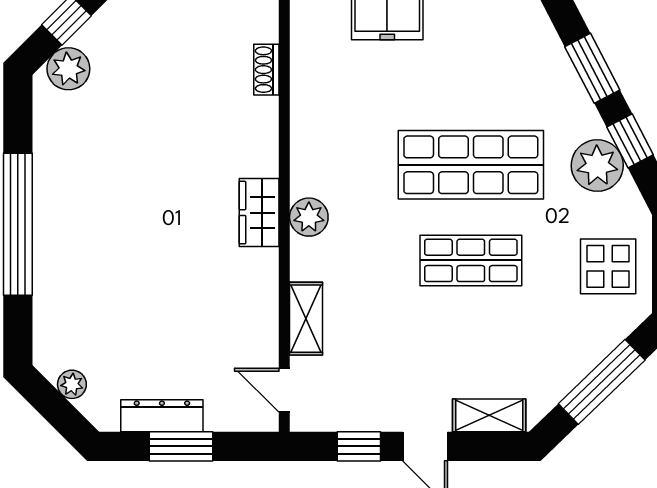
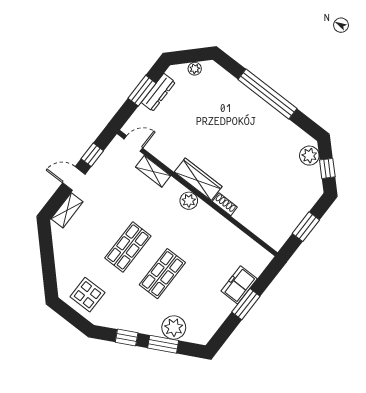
shoe rack: (266, 70) -> (225, 204), moved
shop shelf: (471, 165) -> (162, 274), width x0.70, depth x0.74
plant: (597, 166) -> (174, 328), moved
wardrobe: (259, 213) -> (198, 179), width x1.50
window: (602, 382) -> (48, 260), removed

